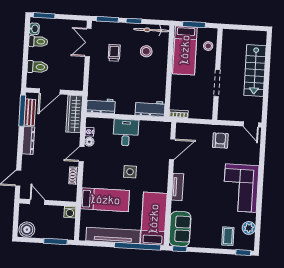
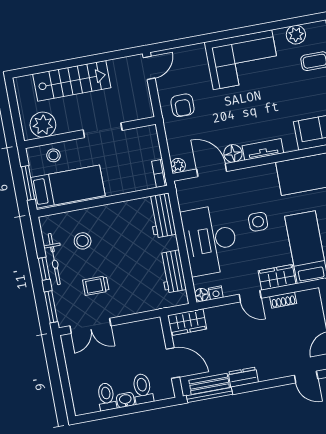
window: (44, 16) -> (68, 397), removed
washbasin: (34, 29) -> (125, 400), moved
bicycle: (151, 30) -> (54, 259), moved
plant: (230, 44) -> (43, 125), added
workbench: (101, 106) -> (173, 271), moved
wardrobe: (74, 114) -> (187, 322), width x0.67
plant: (181, 128) -> (178, 165), added
desk: (126, 133) -> (210, 240), width x1.87, depth x1.30
dresser: (28, 140) -> (243, 377), width x0.70
armchair: (220, 140) -> (182, 105), turned -90
floor lamp: (89, 142) -> (202, 295), moved
floor lamp: (180, 166) -> (233, 153), added
wardrobe: (90, 175) -> (277, 277), added

